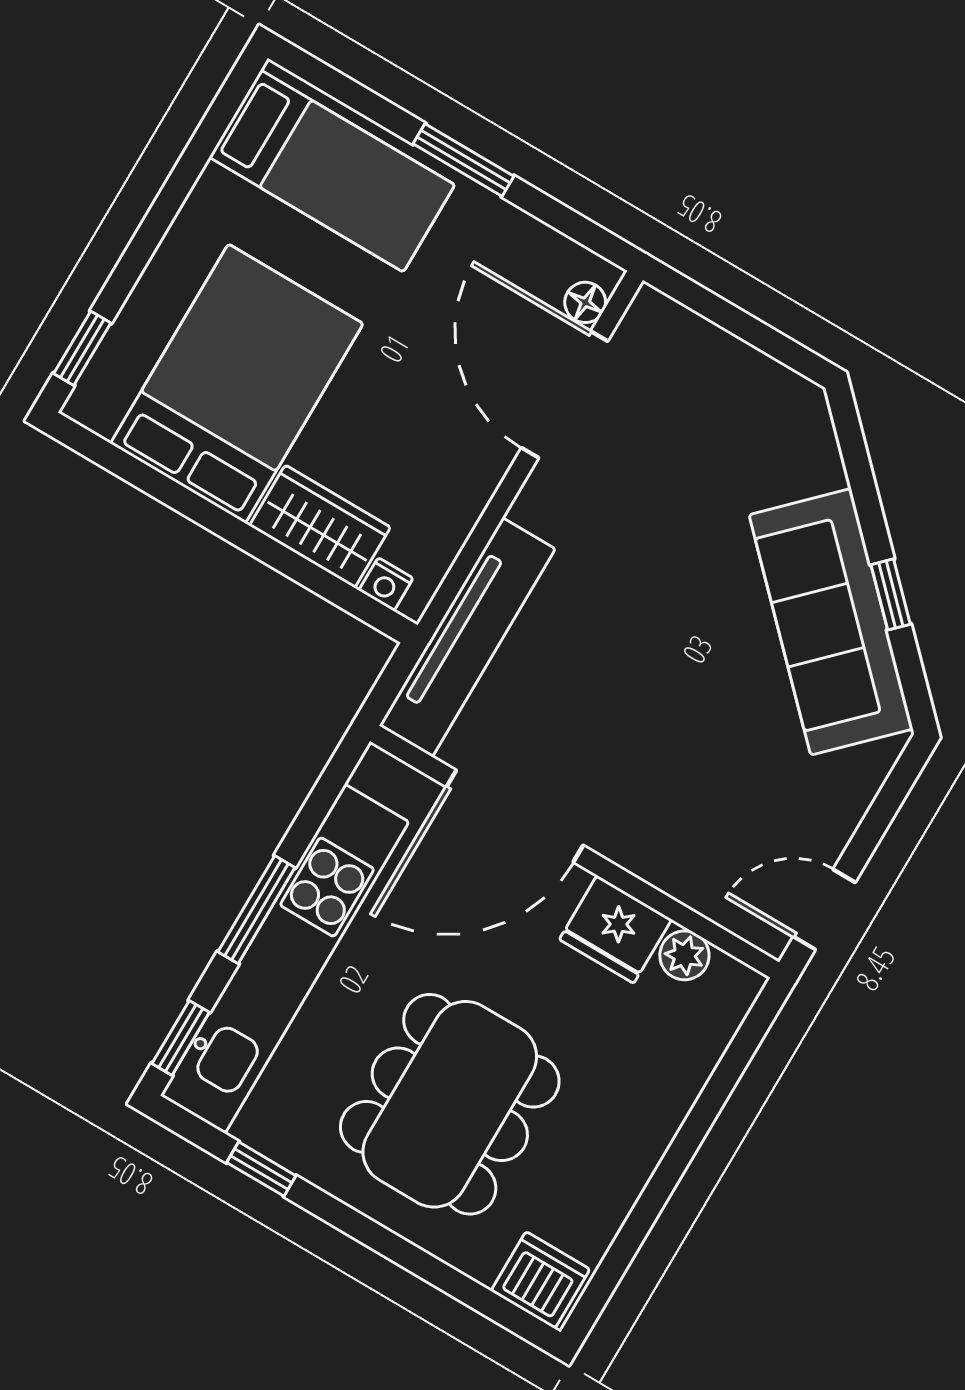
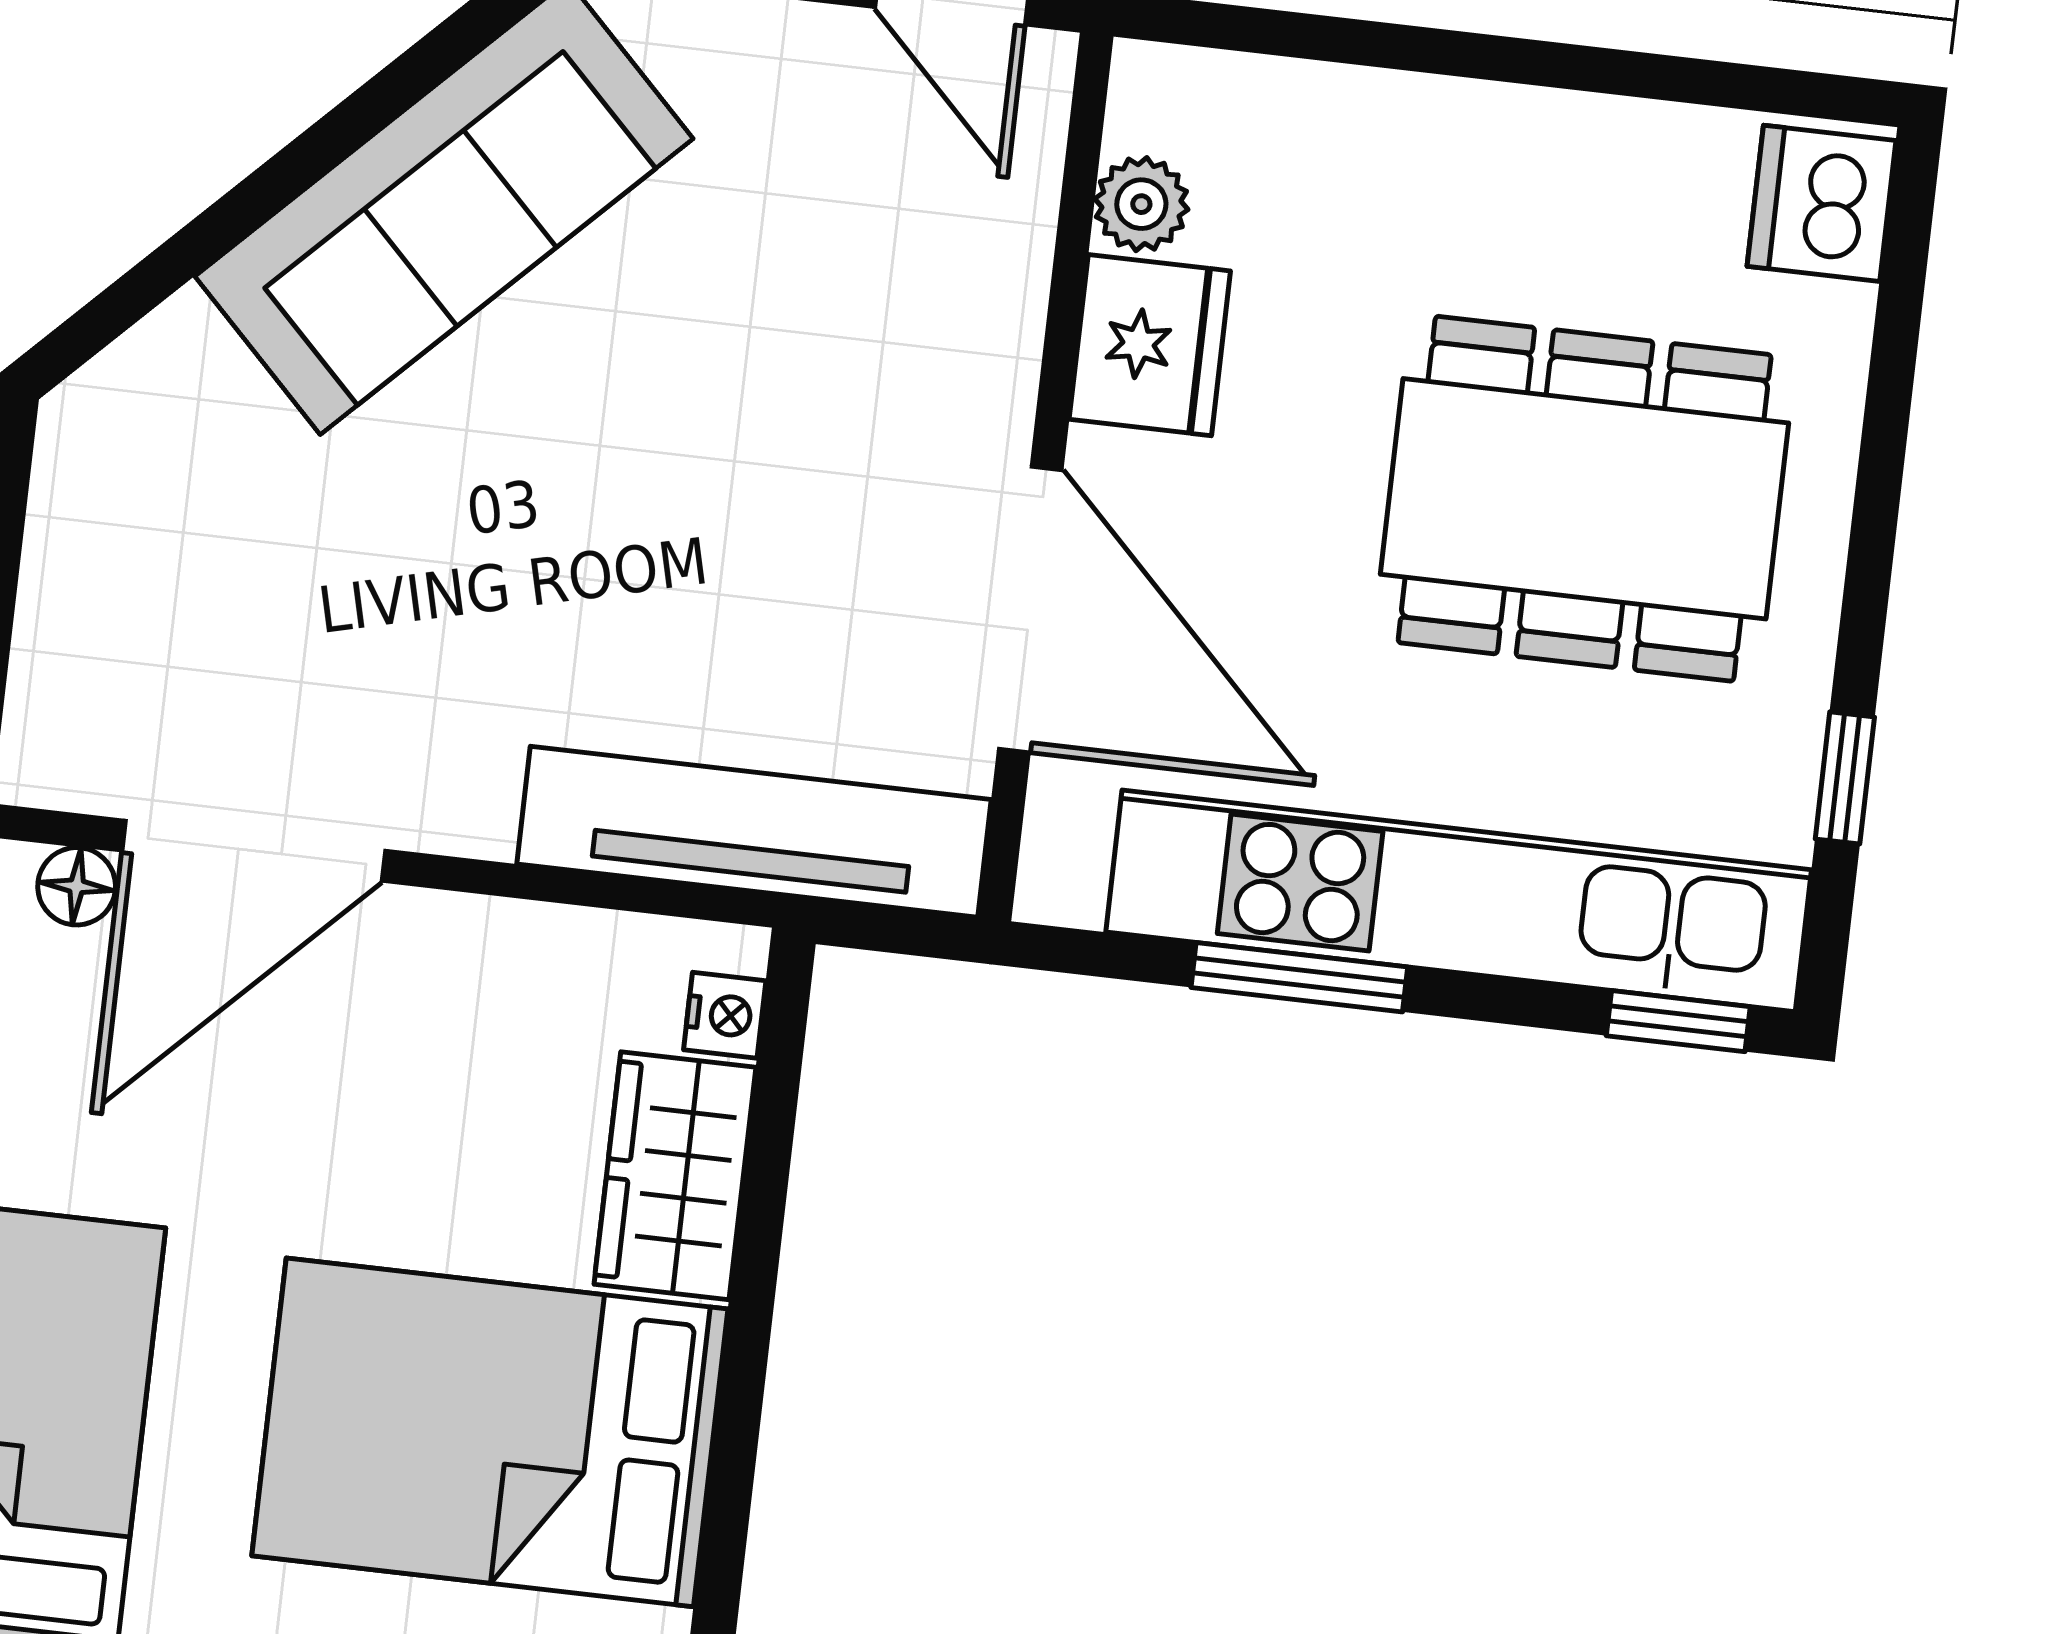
window: (891, 594) -> (350, 124), removed
window: (256, 910) -> (1299, 977), moved

